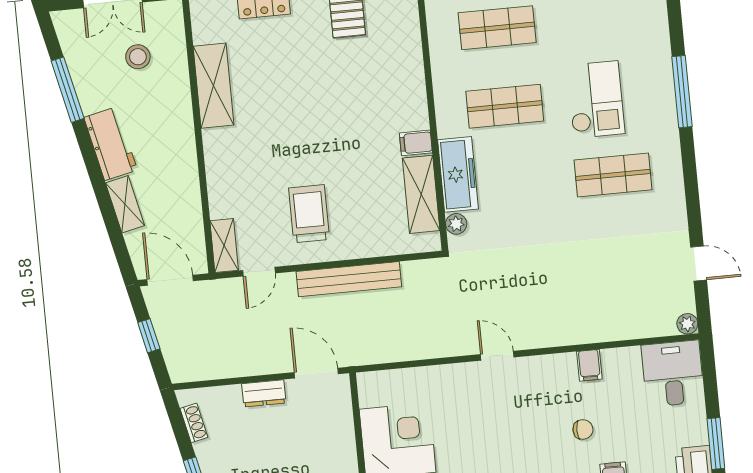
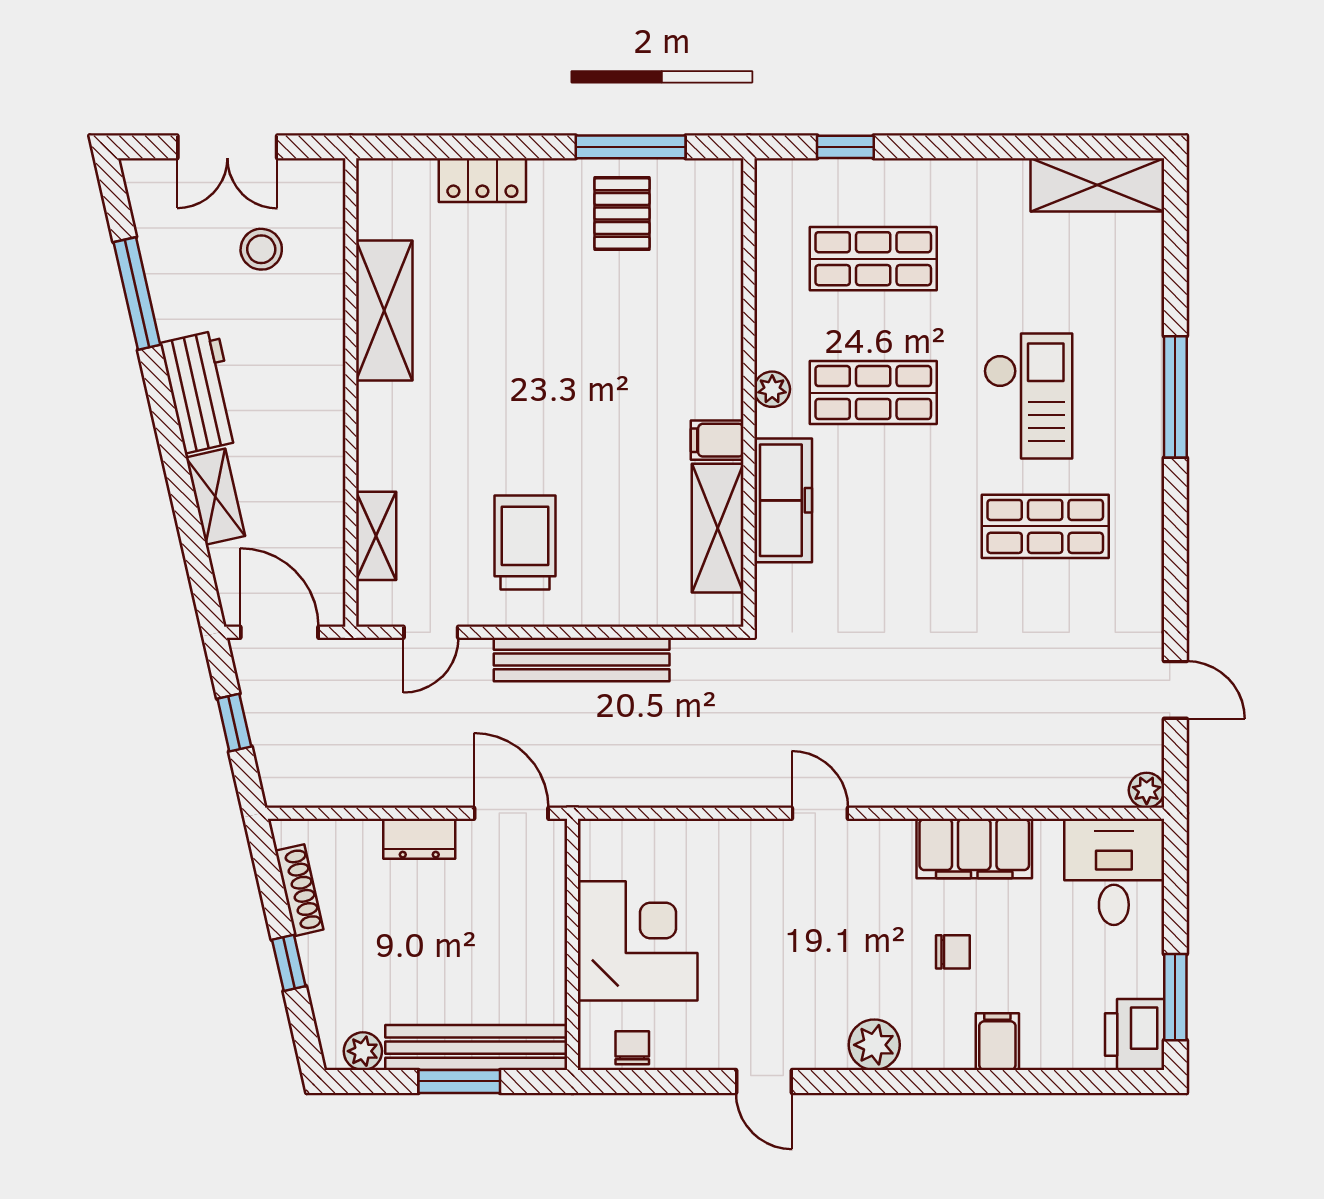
plant: (456, 224) -> (772, 389), moved
shelving: (224, 246) -> (376, 536), moved
filing cabinet: (589, 365) -> (974, 849), width x3.00, depth x1.17
shoe rack: (194, 423) -> (299, 890), width x1.43

